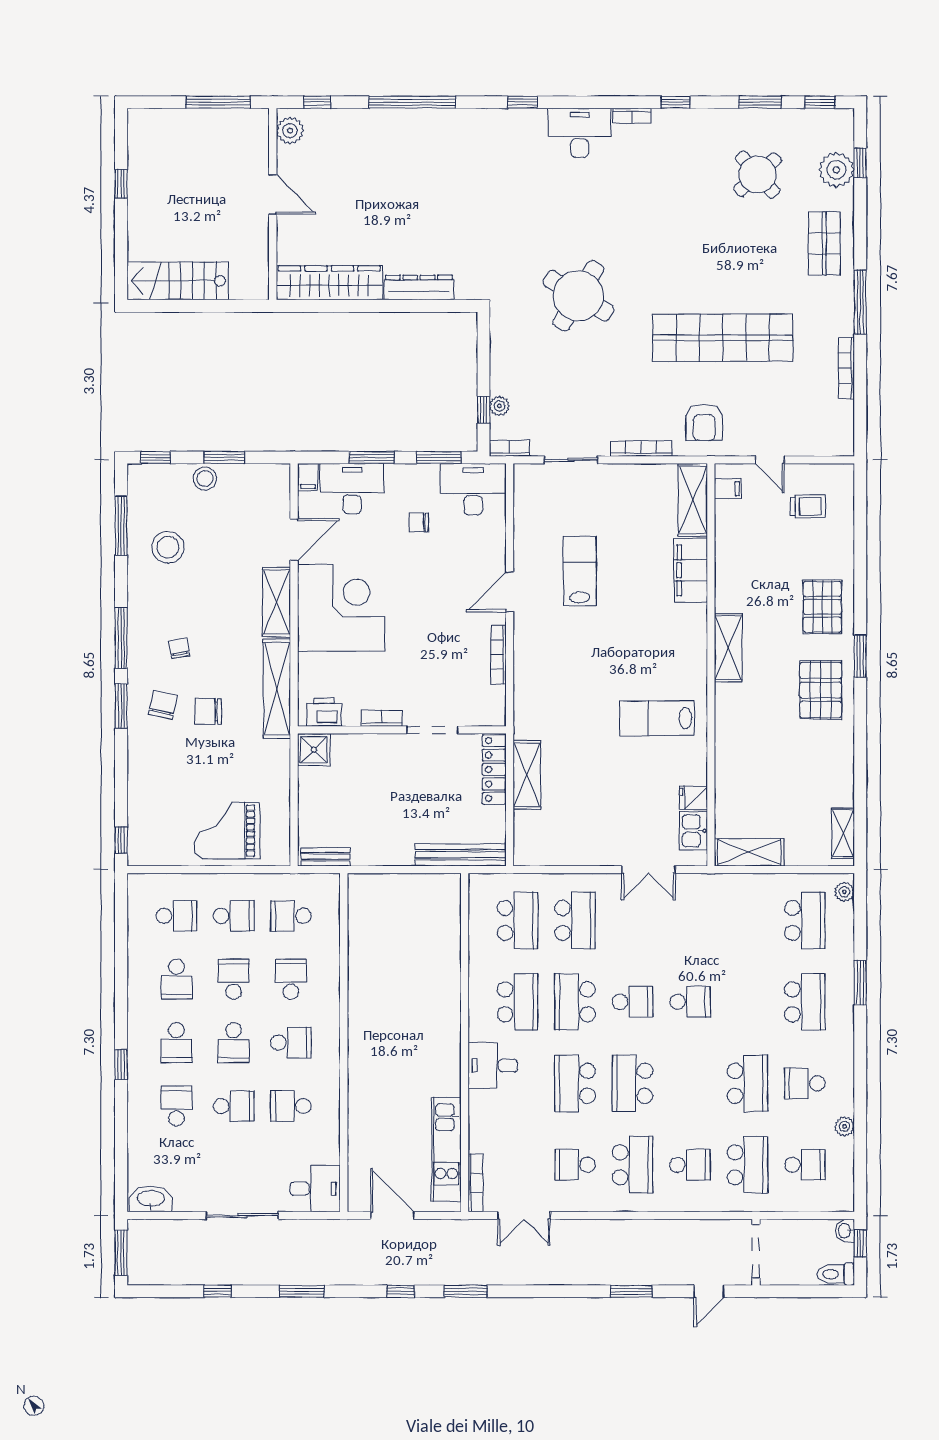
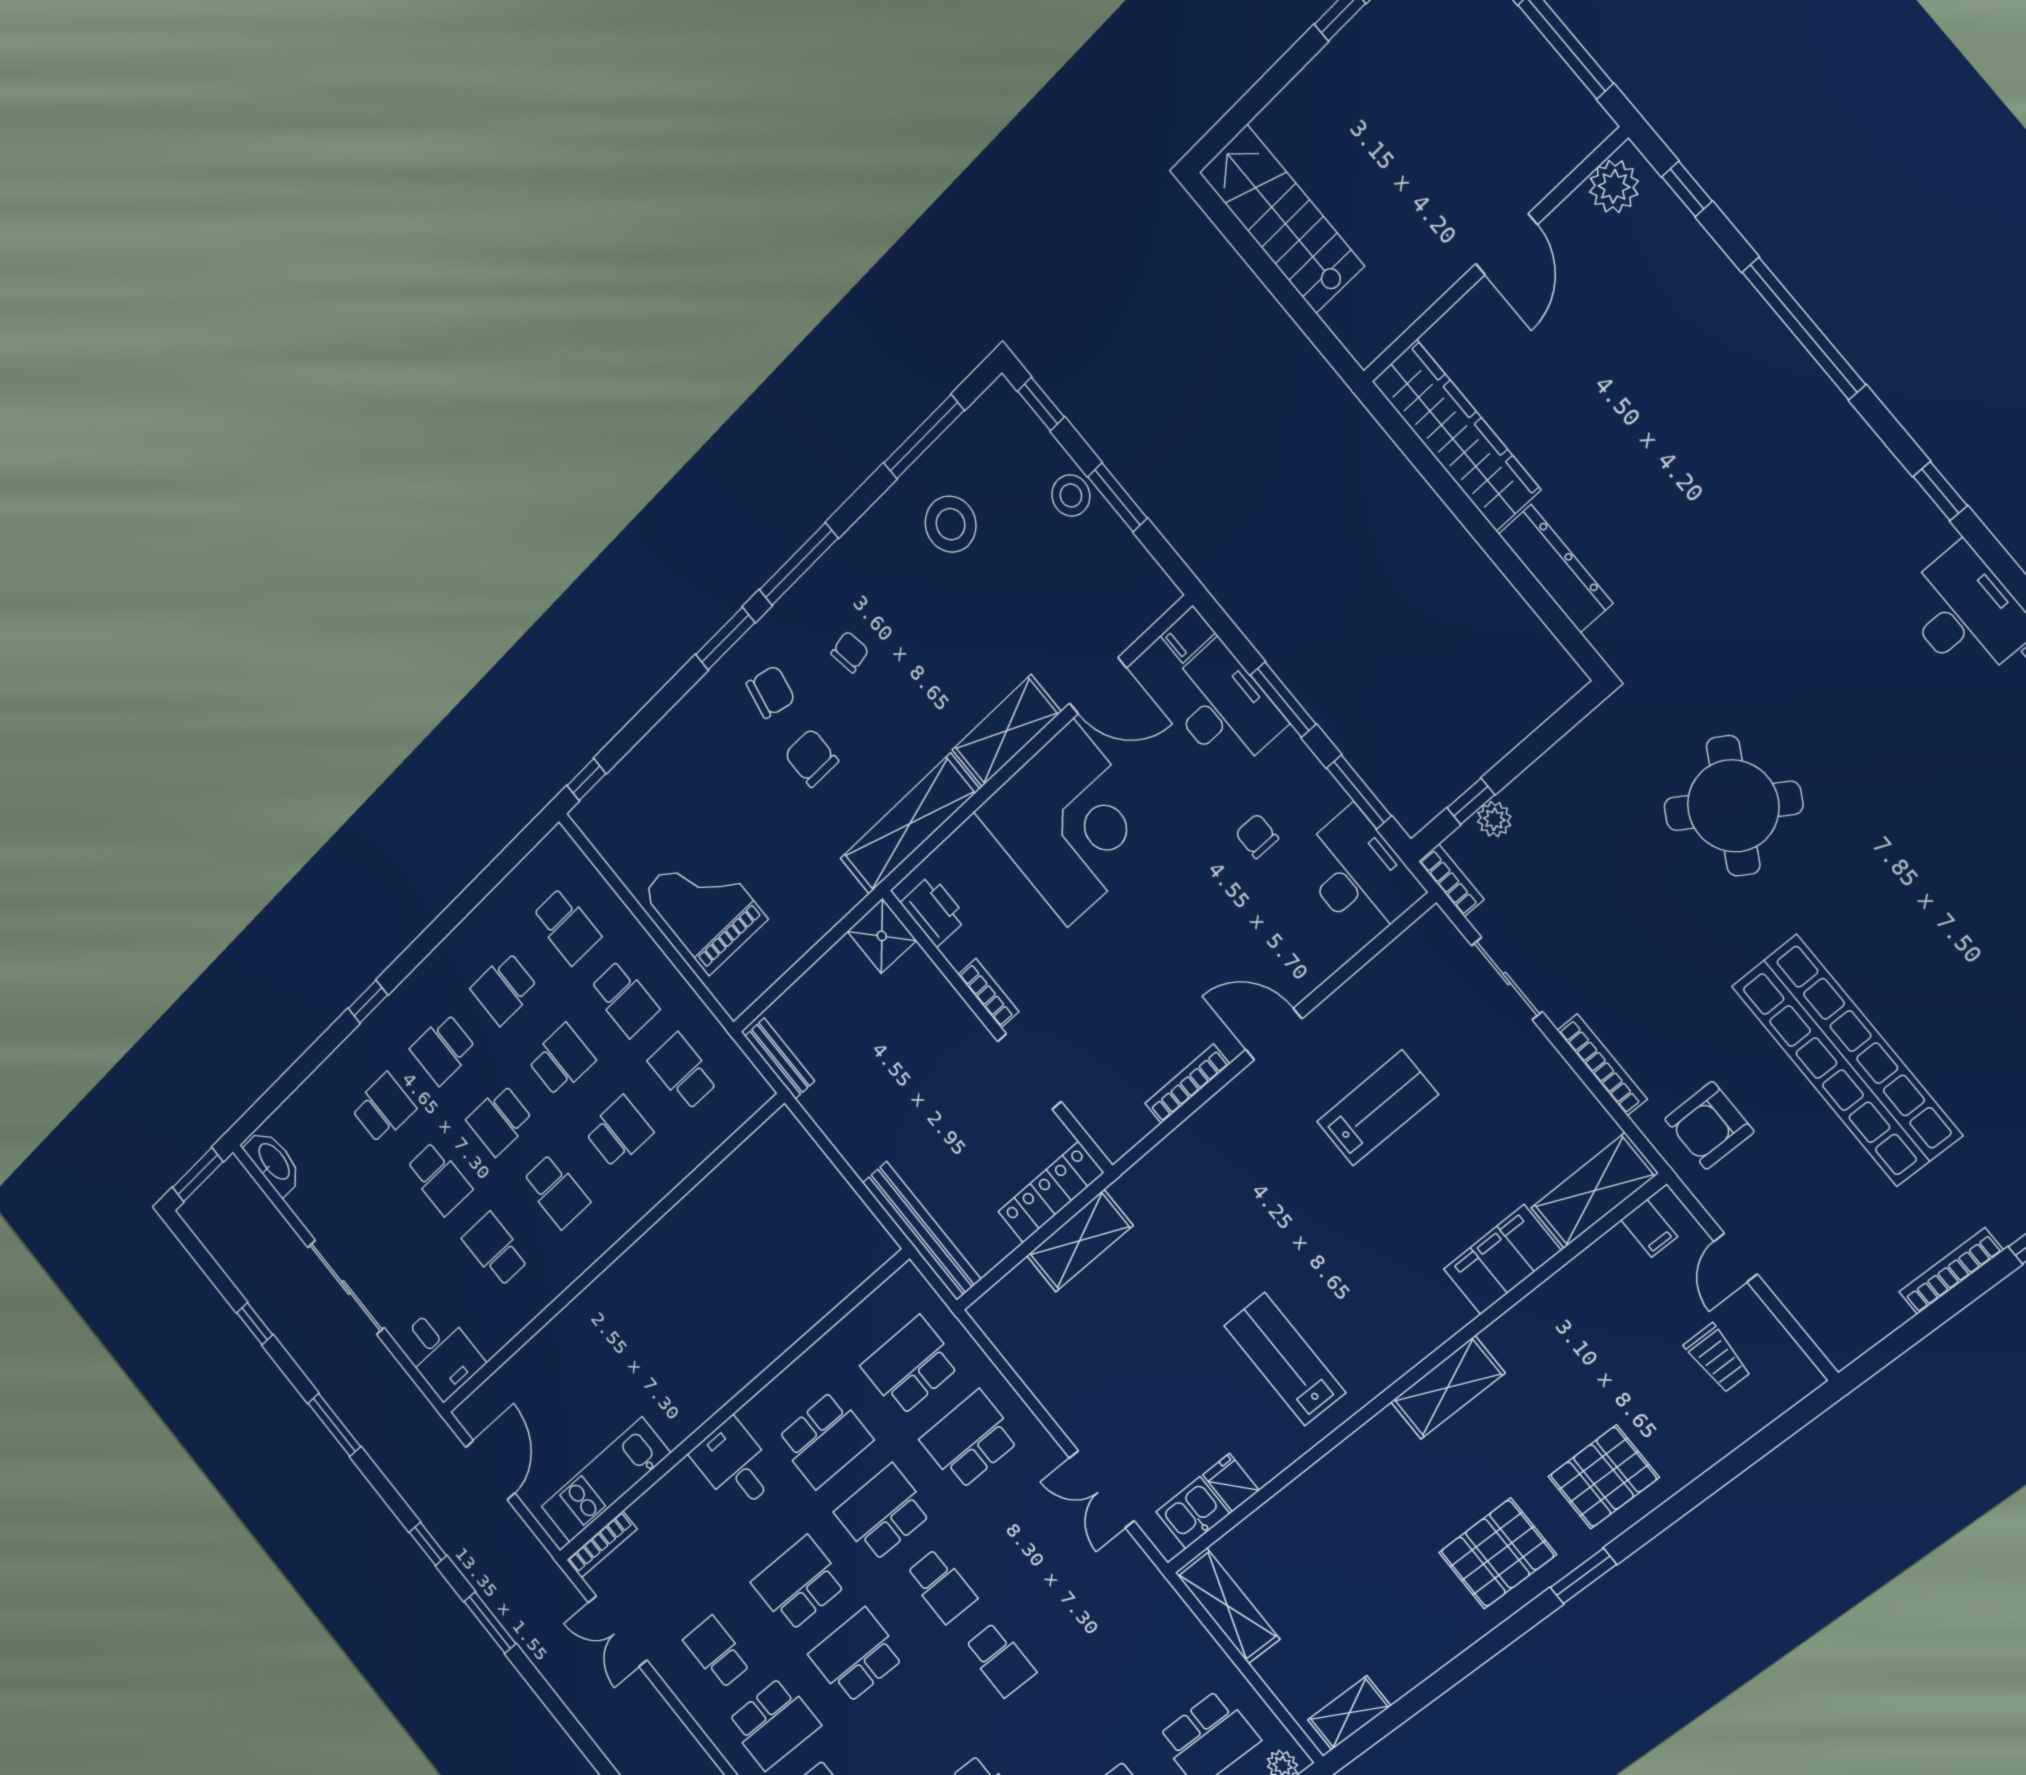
school desk: (518, 920) -> (910, 1366), turned 180
school desk: (575, 920) -> (970, 1440), turned 180

